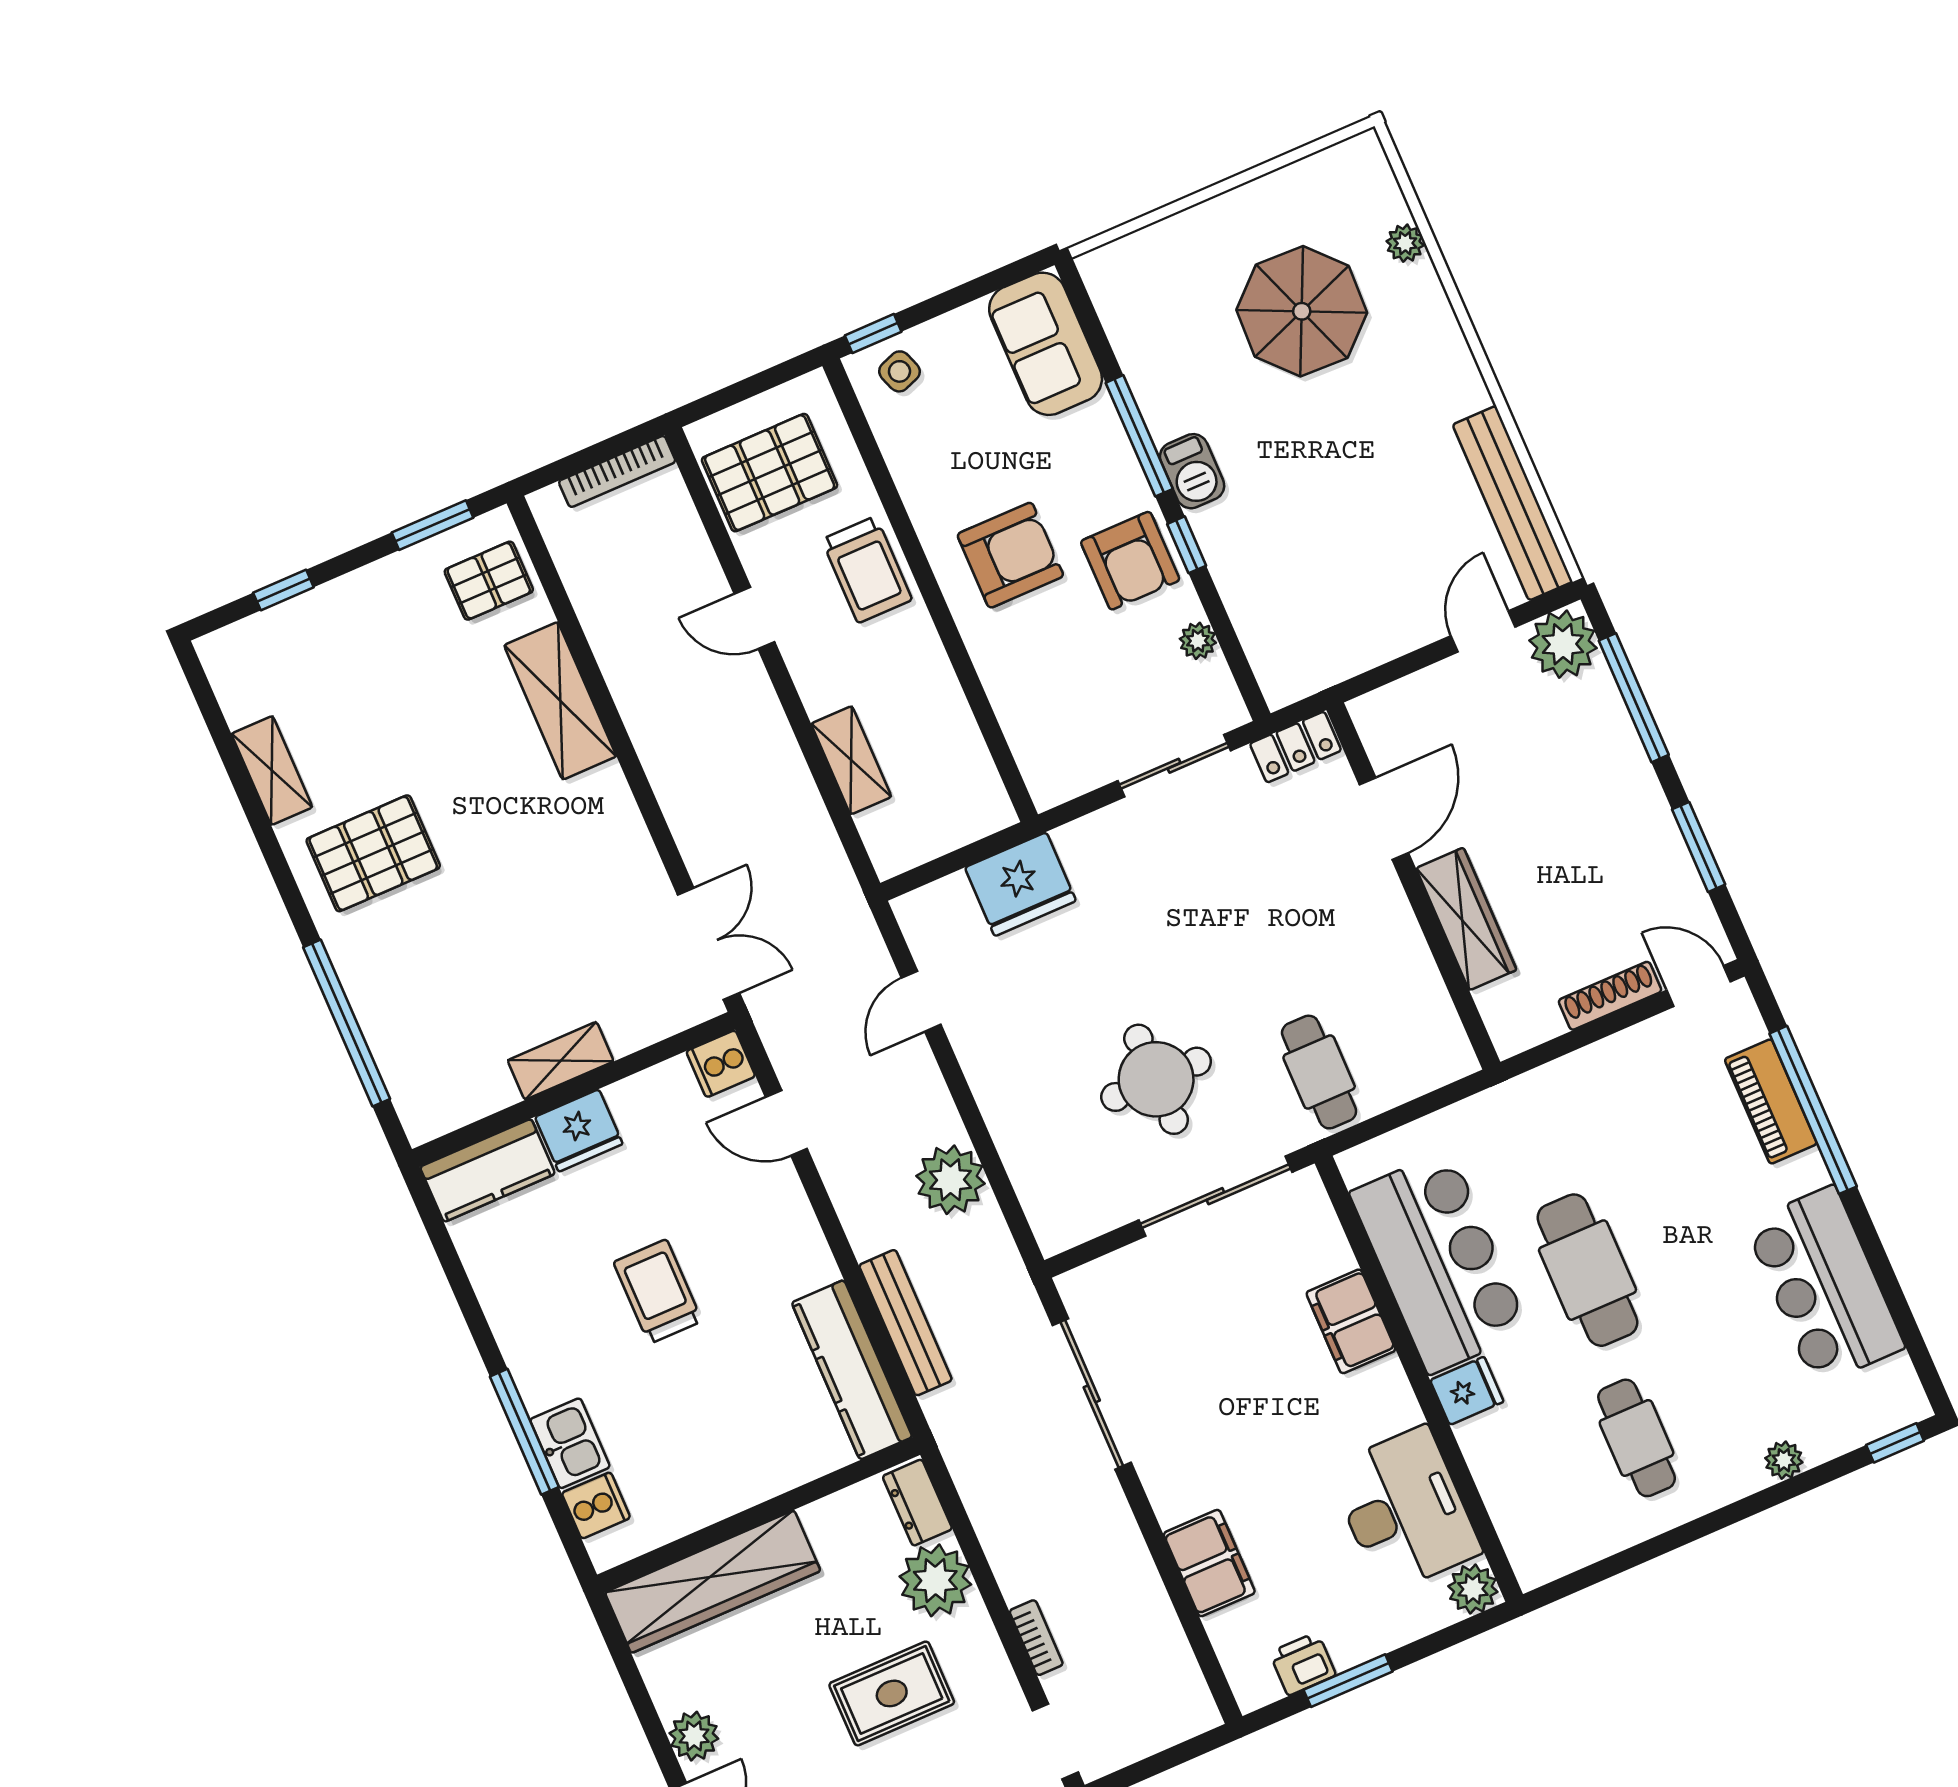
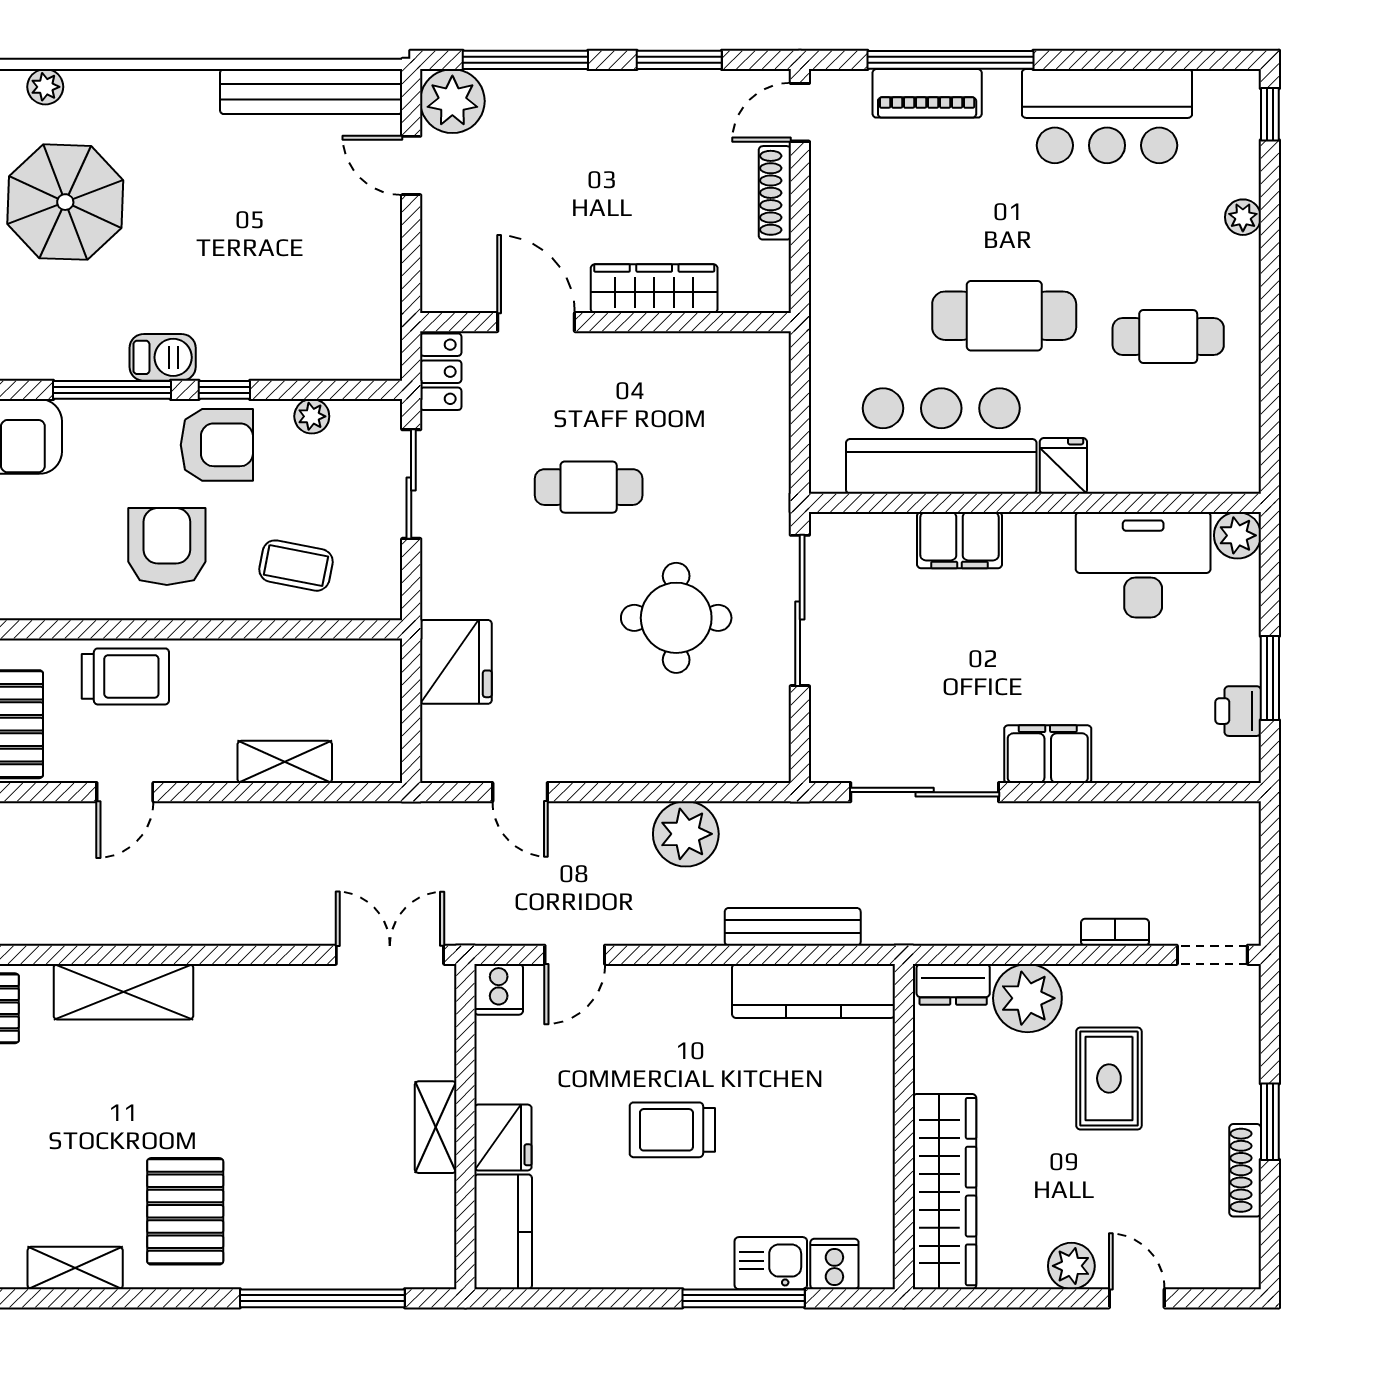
coffee table: (1046, 688) -> (296, 566), added
cafe table: (1319, 1072) -> (589, 487), moved
filing cabinet: (1209, 1563) -> (1048, 754), moved

